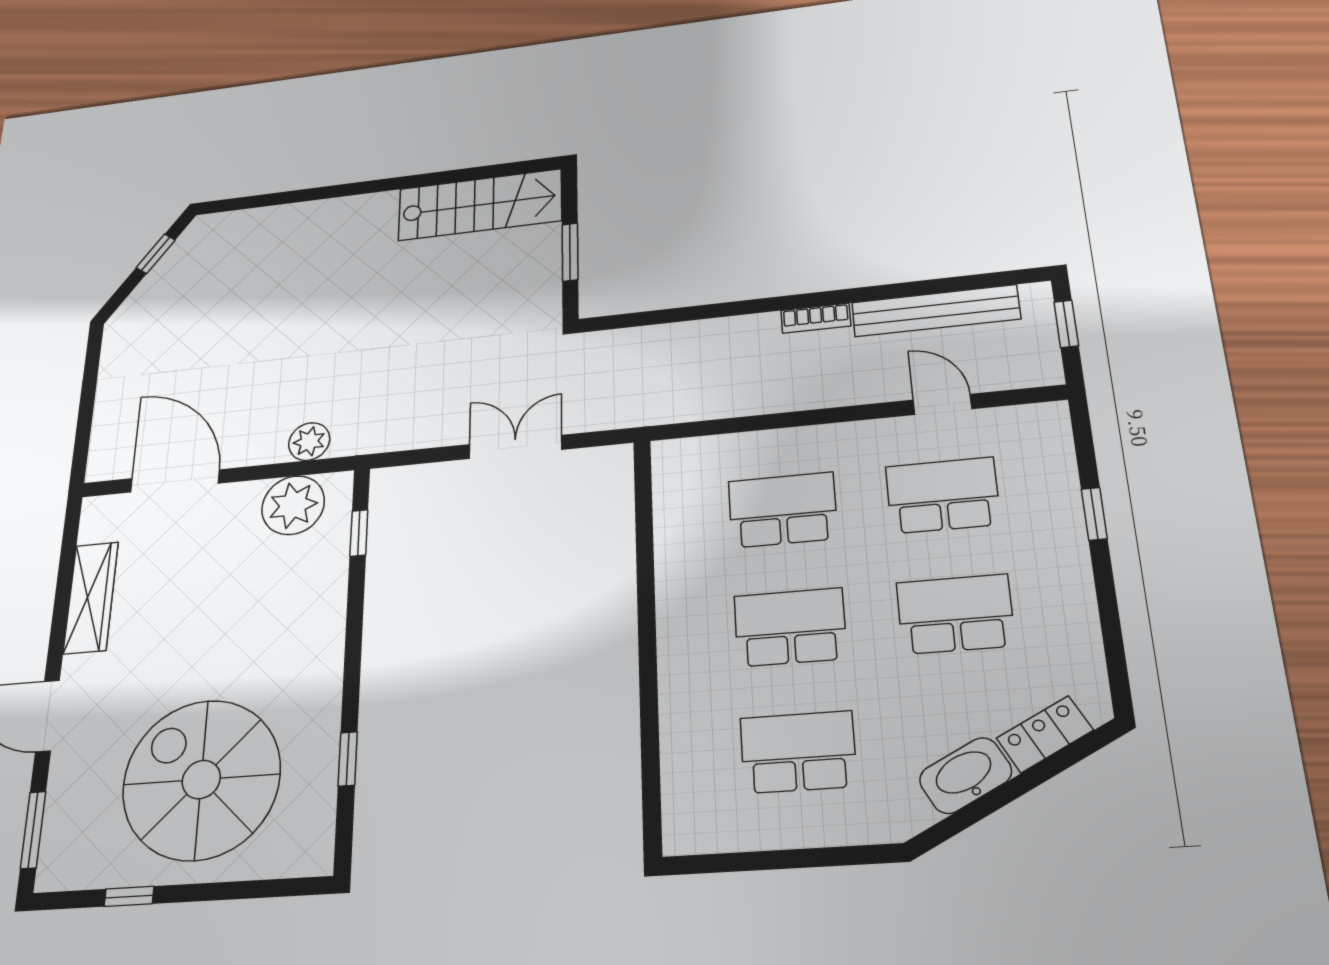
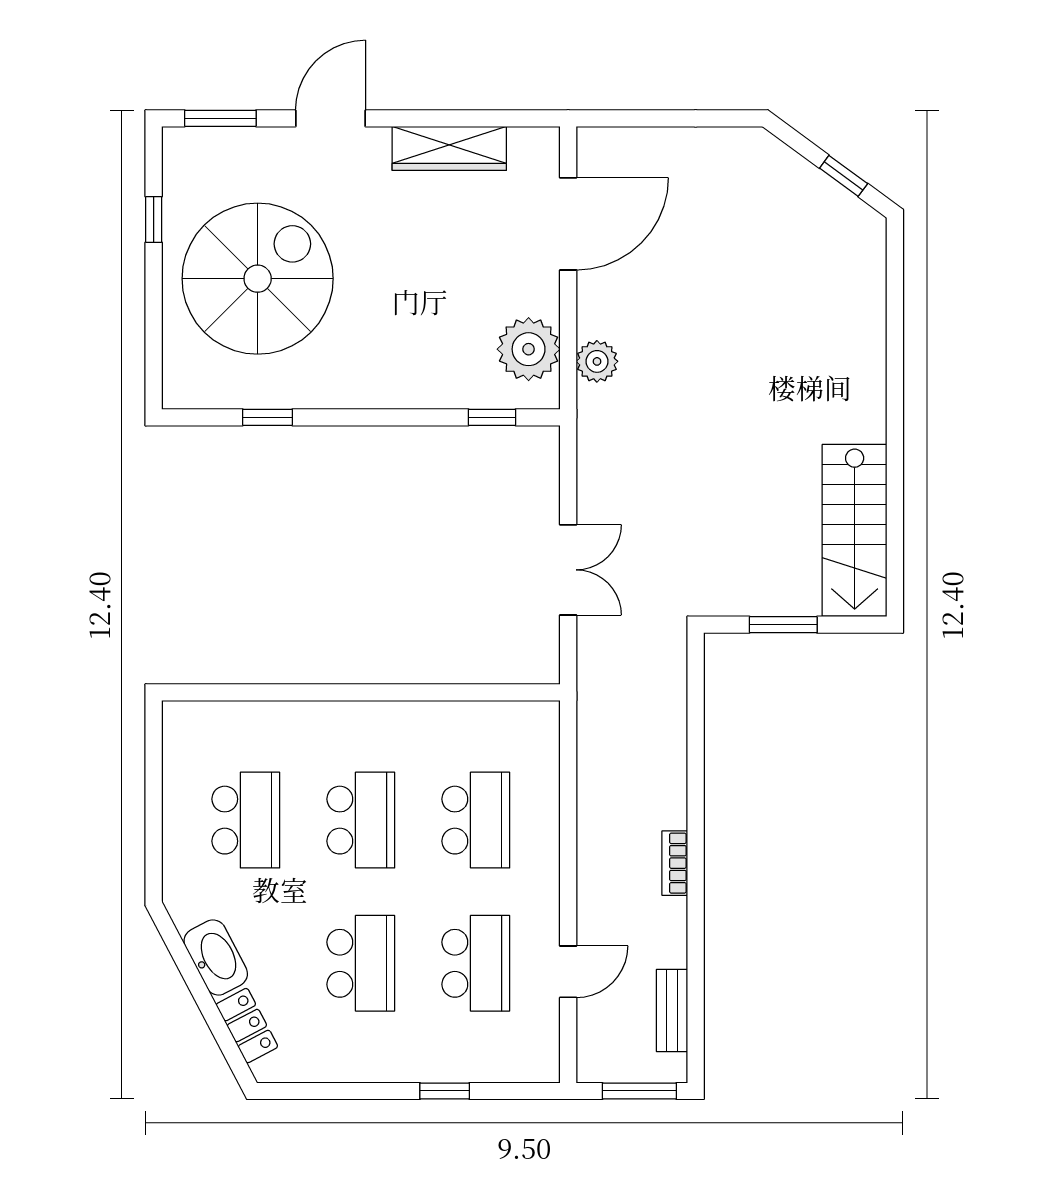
bench: (936, 311) -> (672, 1010), width x0.54, depth x0.82
window: (1066, 324) -> (639, 1091), width x1.50

